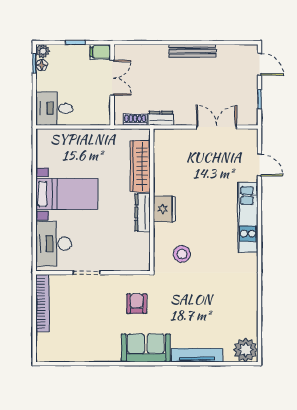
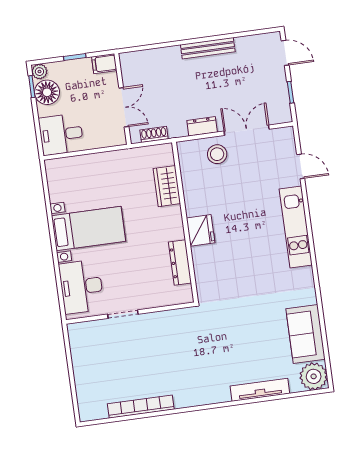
floor lamp: (42, 65) -> (47, 92), width x1.89, depth x1.89
double door: (112, 78) -> (124, 107), moved
dresser: (161, 118) -> (202, 126), moved
wardrobe: (140, 166) -> (167, 186), width x0.67
dresser: (143, 213) -> (180, 262), moved
stool: (182, 254) -> (217, 154), moved
bookcase: (42, 303) -> (141, 407), moved, turned -90
armchair: (137, 304) -> (184, 341), removed
sofa: (146, 348) -> (306, 334), moved, turned -90

